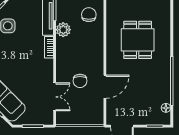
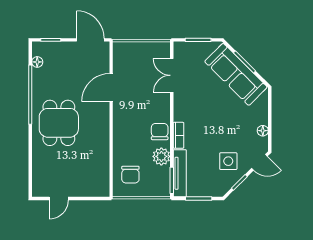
dining table: (138, 40) -> (59, 123), moved
chair: (80, 81) -> (160, 132), moved

